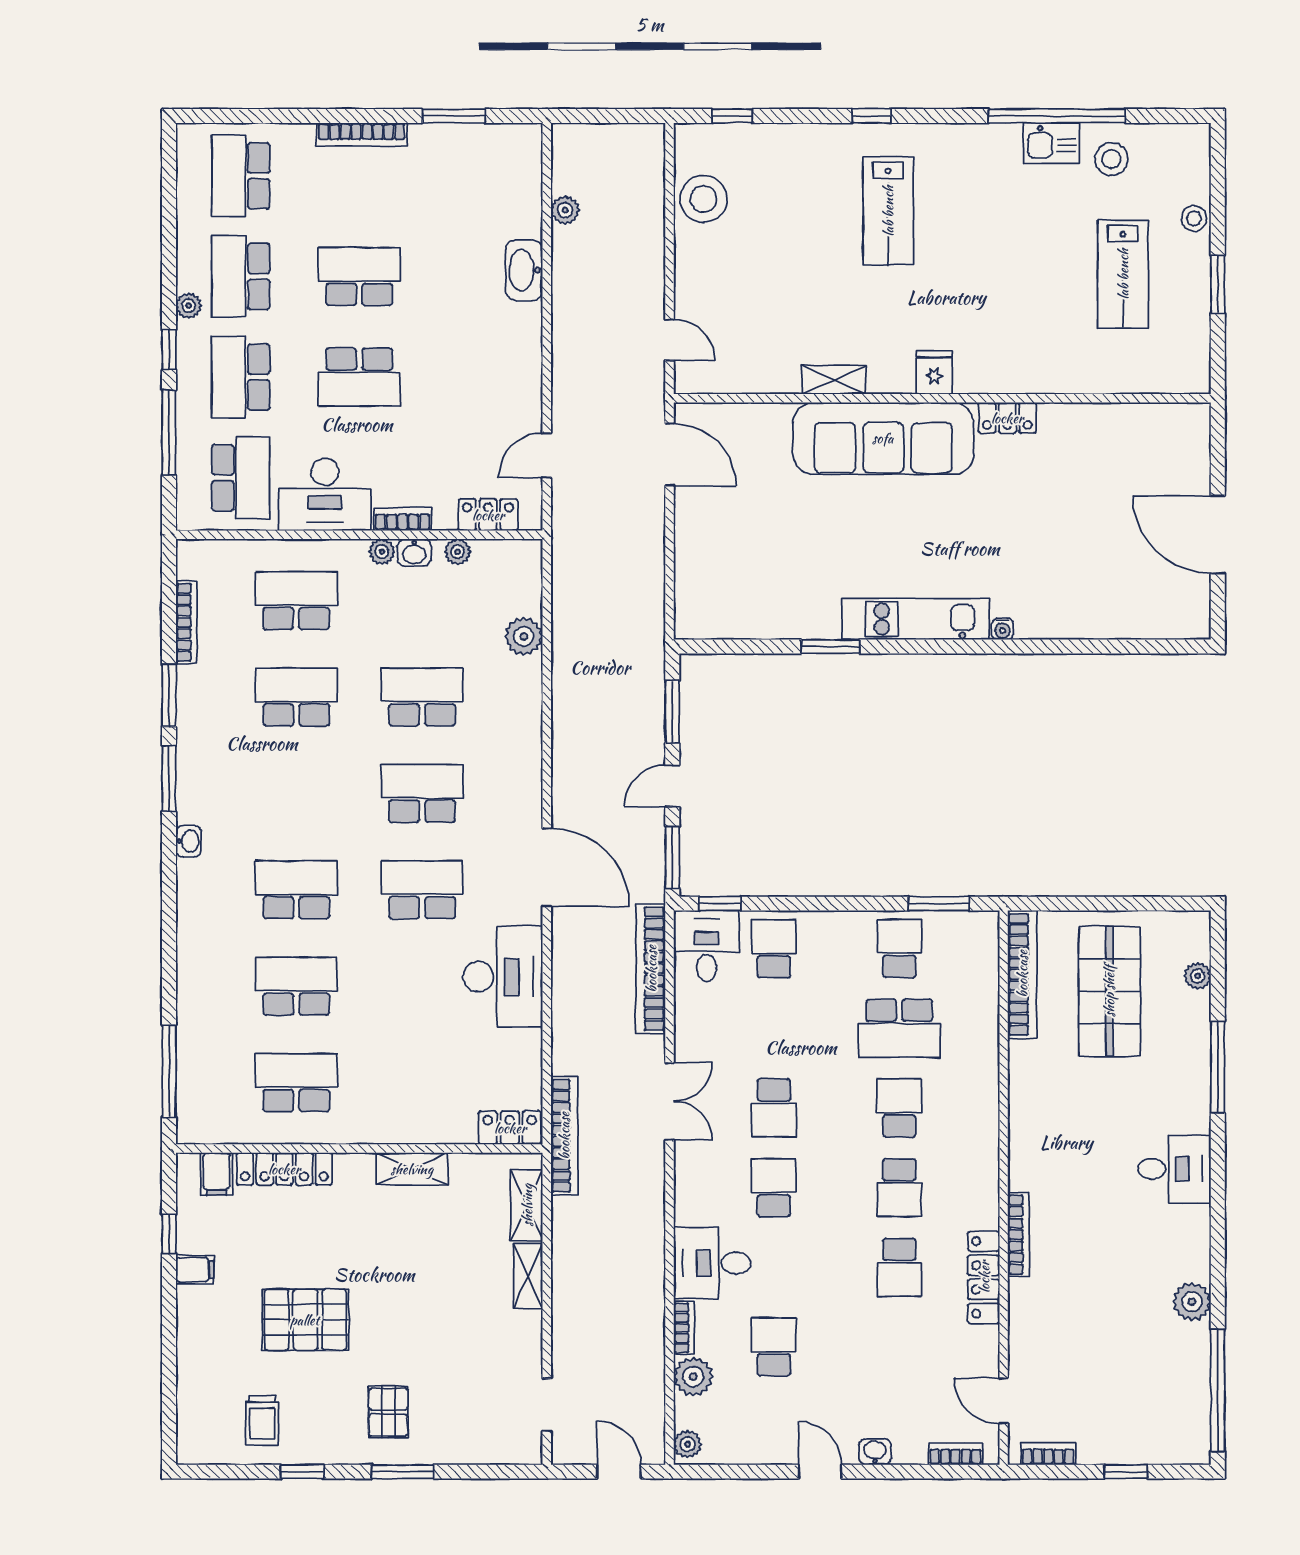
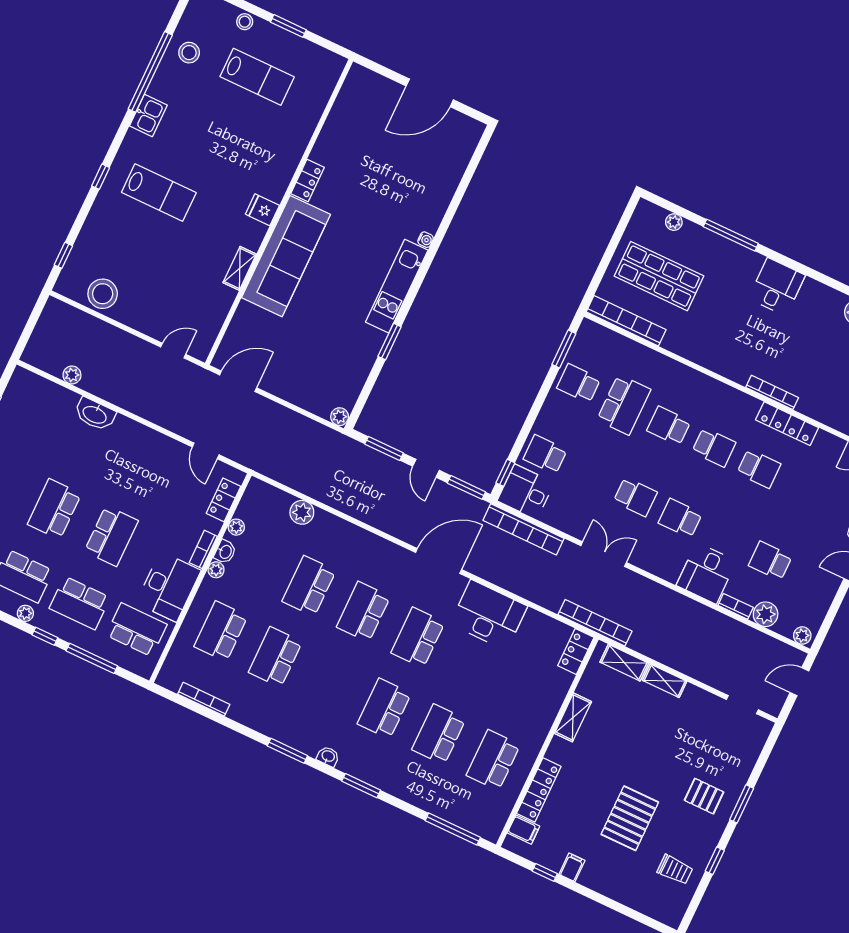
kitchen sink: (1051, 143) -> (148, 115), moved
plant: (688, 626) -> (340, 417), added
window: (169, 695) -> (361, 786), moved

